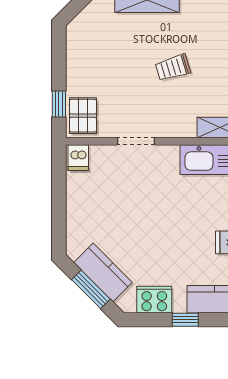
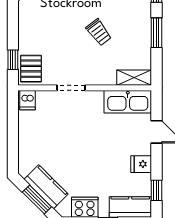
trolley: (173, 68) -> (99, 32), turned -110

